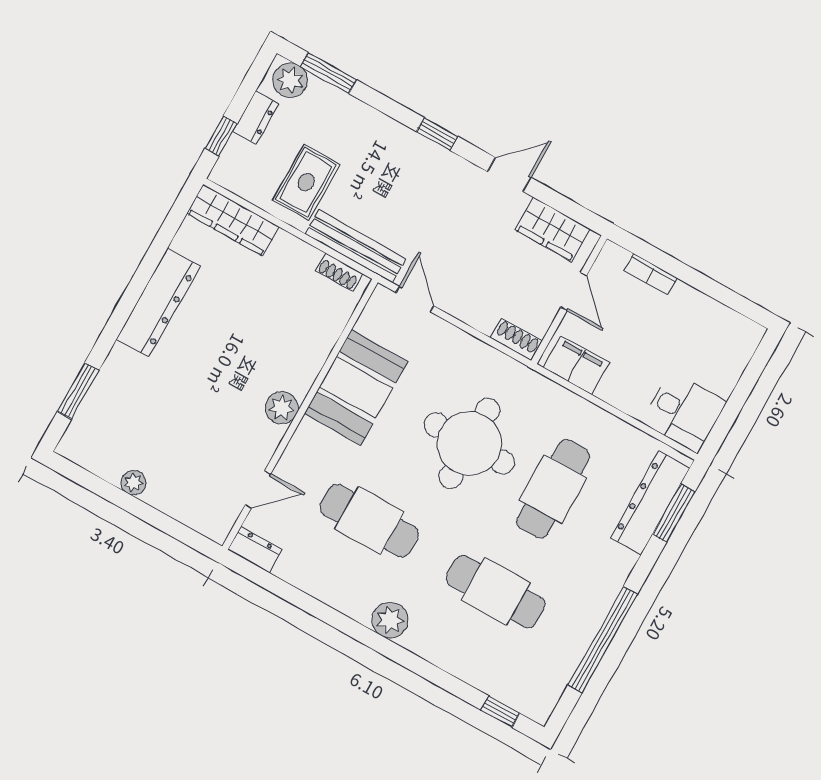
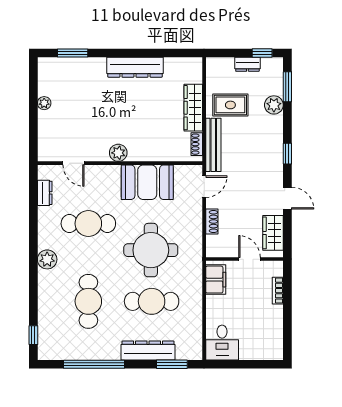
plant: (290, 80) -> (274, 105), moved
window: (221, 136) -> (262, 53), moved
wardrobe: (233, 220) -> (193, 108), moved
door: (574, 292) -> (249, 259), swing flipped
shoe rack: (516, 340) -> (212, 222), moved
dresser: (650, 503) -> (148, 350), moved
cafe table: (369, 521) -> (88, 224), turned 90
dresser: (255, 550) -> (45, 193), moved

